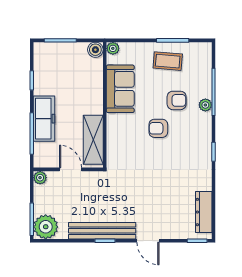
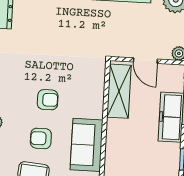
armchair: (177, 100) -> (41, 138), moved

